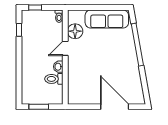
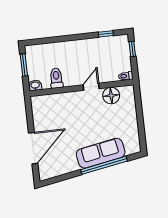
sofa: (107, 19) -> (101, 153), moved, turned 80
door: (65, 48) -> (91, 87), hinge flipped
washbasin: (58, 67) -> (35, 85), moved

